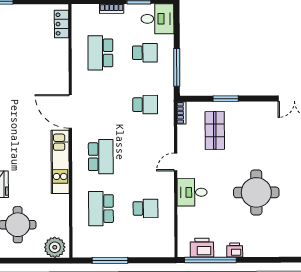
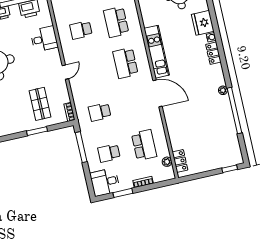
plant: (77, 27) -> (167, 162), added
desk: (192, 192) -> (44, 39), moved
school desk: (101, 209) -> (116, 22), turned 180

